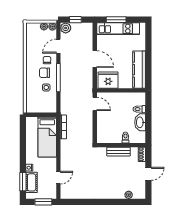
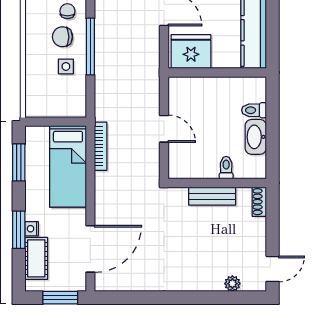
door: (95, 104) -> (164, 129), moved
window: (23, 135) -> (19, 162), added
door: (148, 174) -> (273, 269), moved
door: (58, 178) -> (90, 249), width x1.88
window: (23, 182) -> (19, 230), moved

